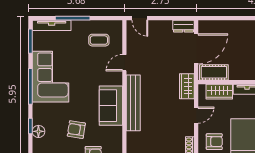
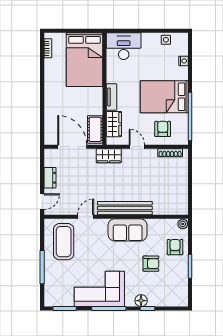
tv unit: (52, 25) -> (49, 288), removed
dresser: (183, 26) -> (50, 178), moved
coffee table: (99, 40) -> (64, 242), width x1.86, depth x1.72
door: (124, 63) -> (86, 217), swing flipped
armchair: (76, 130) -> (151, 264), turned -99
floor lamp: (38, 131) -> (141, 301), moved

